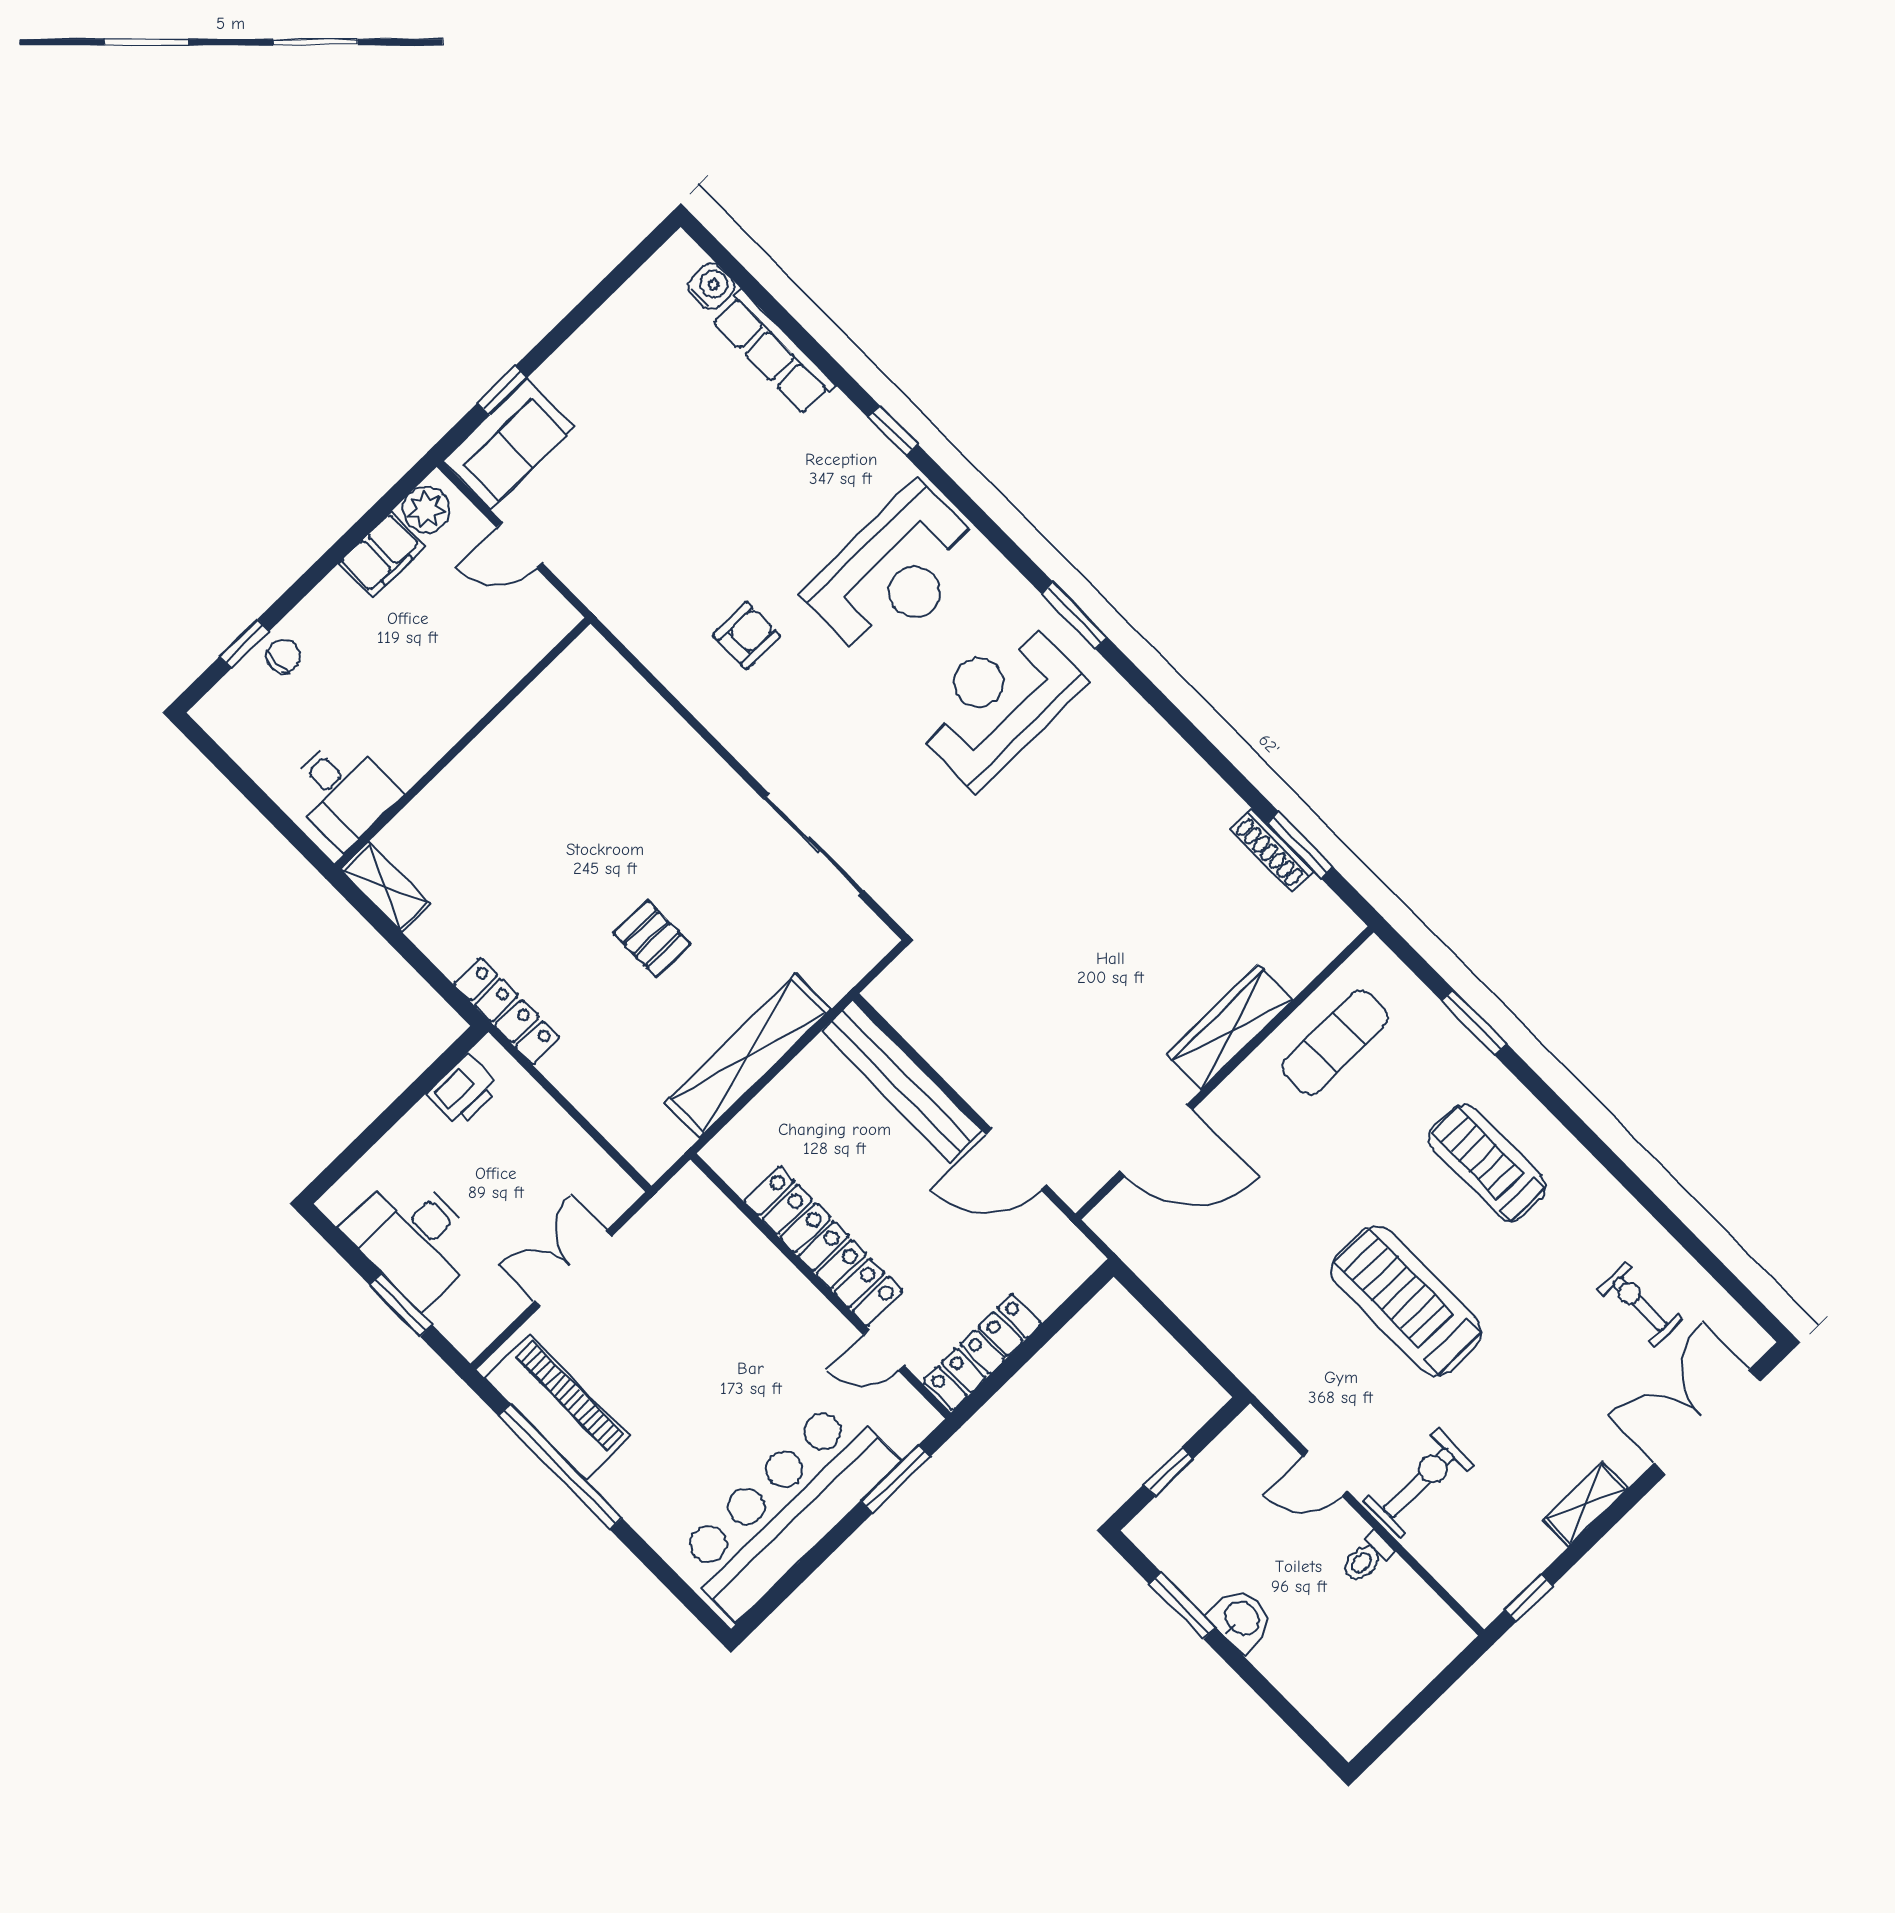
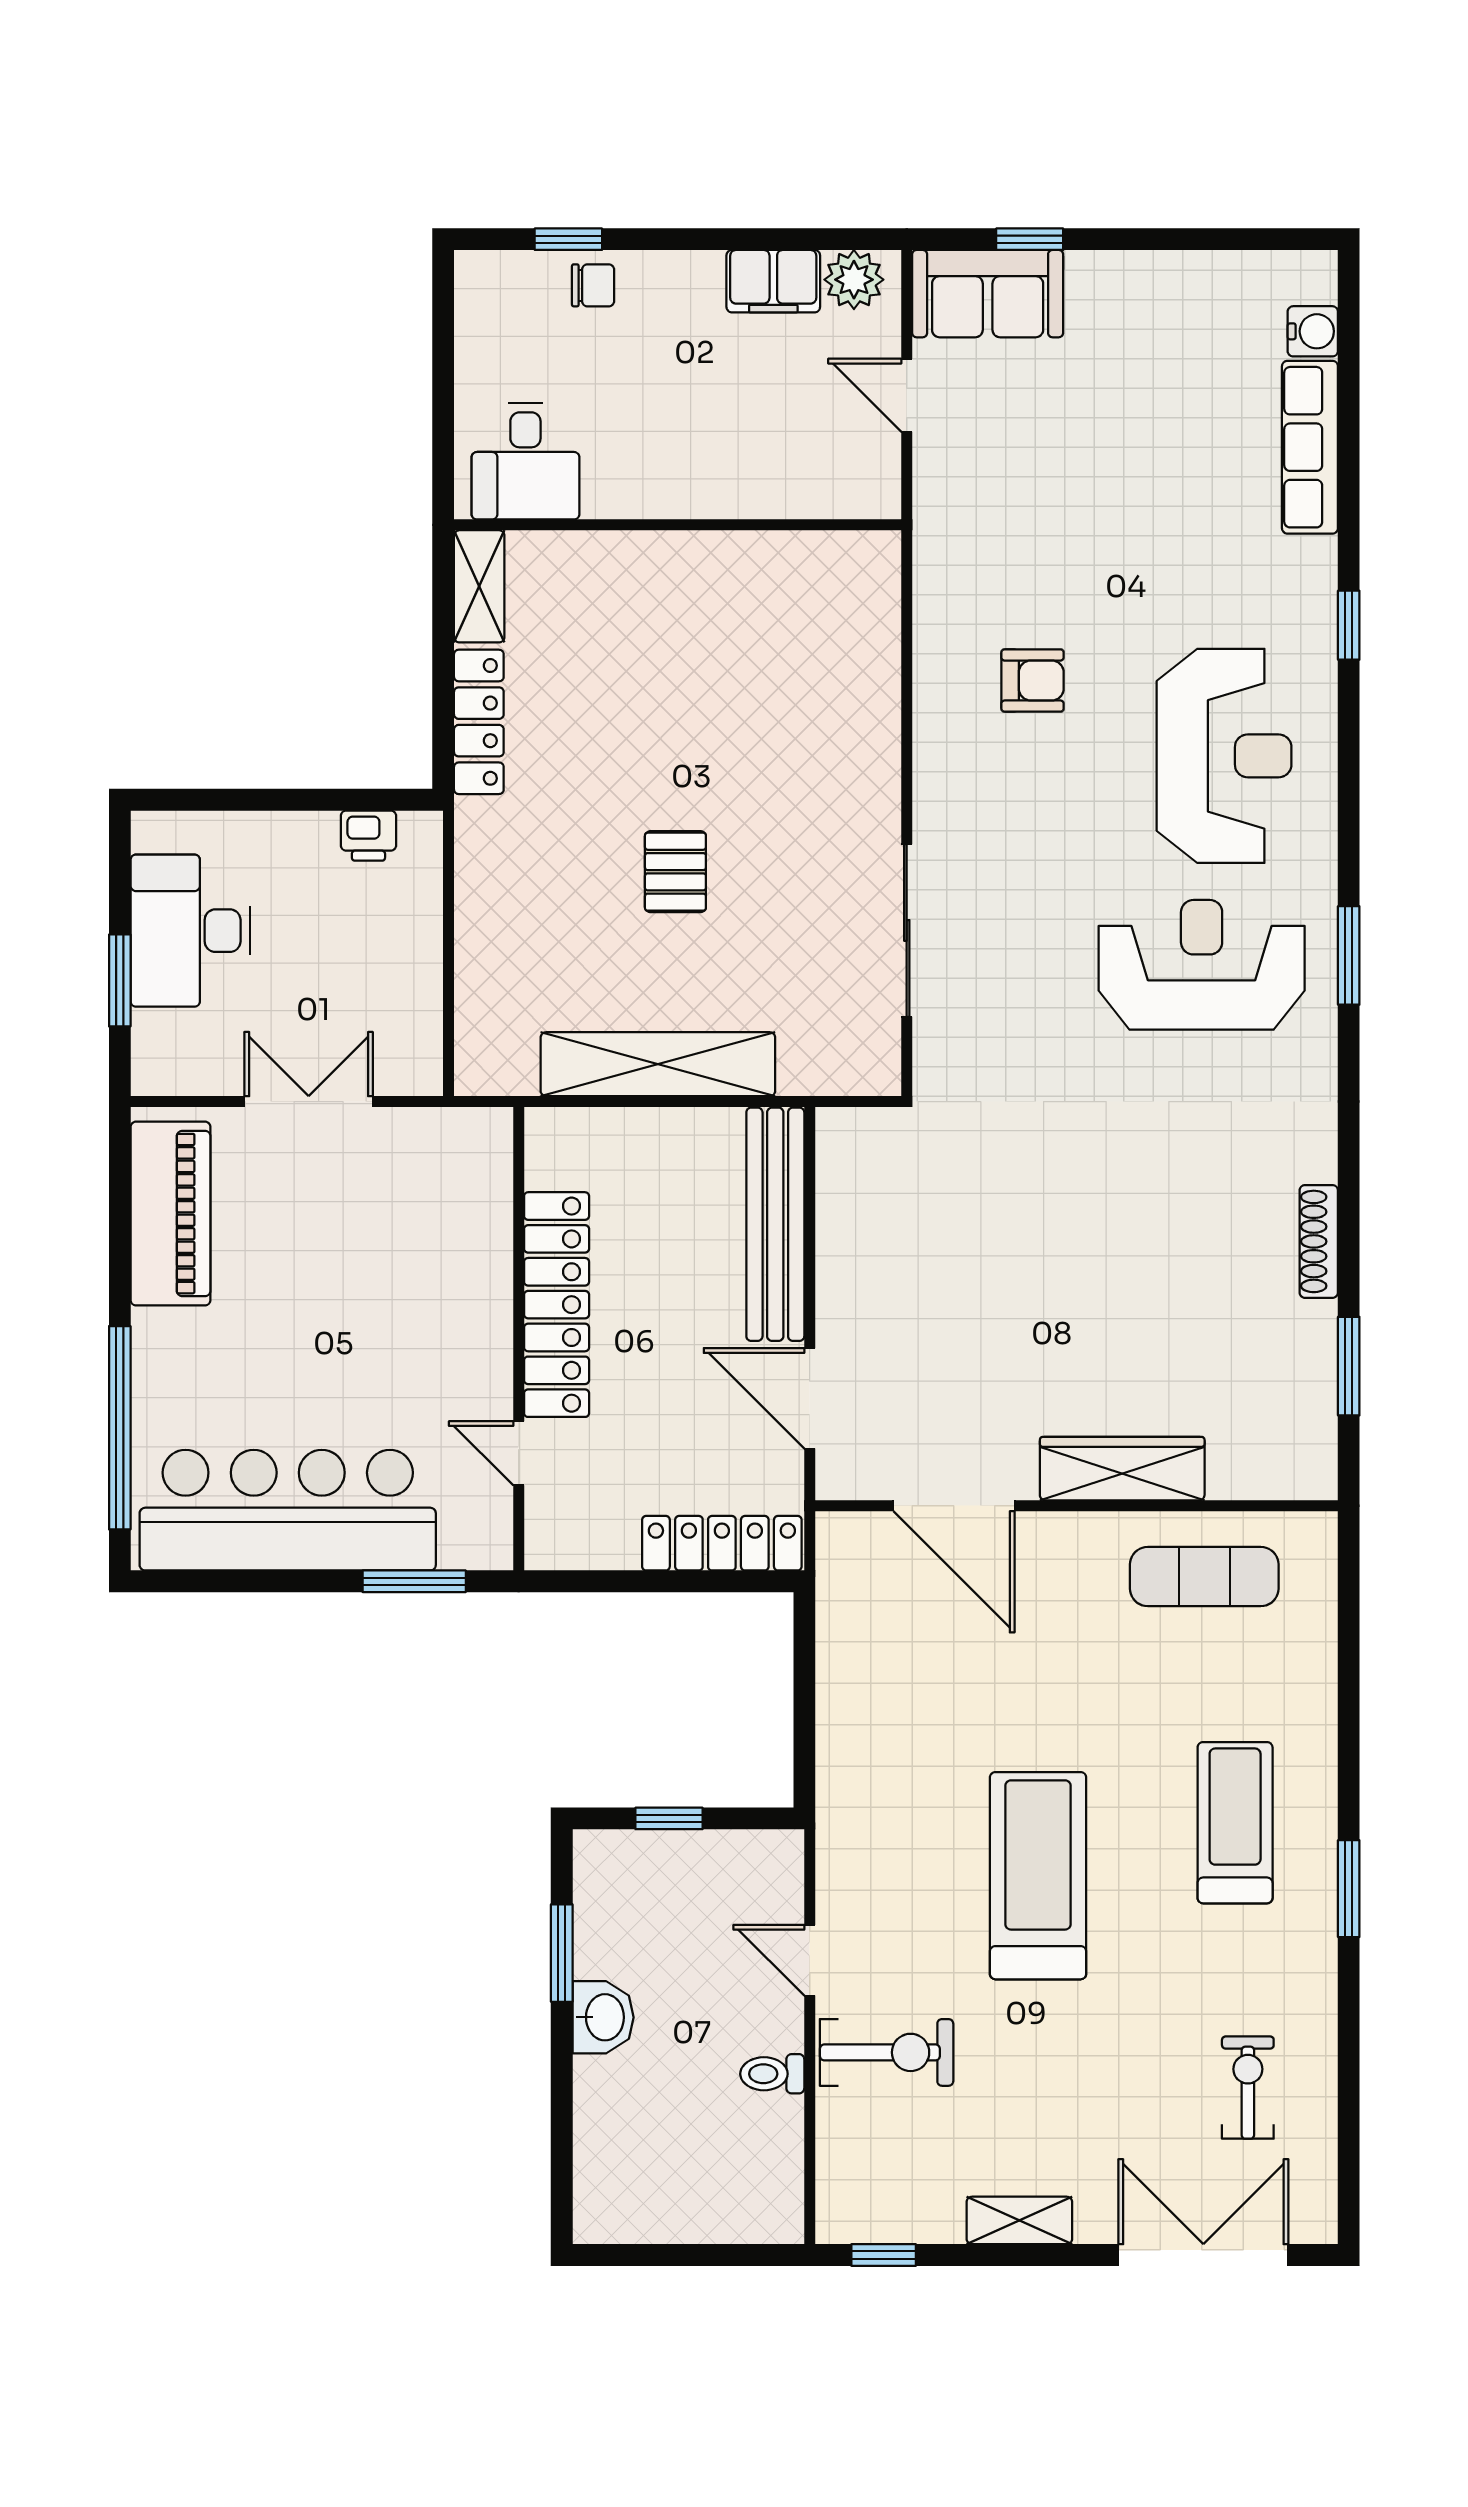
reception desk: (895, 572) -> (1224, 756), turned -90
shoe rack: (1272, 850) -> (1319, 1241), moved
locker: (507, 1011) -> (479, 722), moved
window: (1474, 1022) -> (1349, 1889), moved
printer: (464, 1091) -> (368, 836), width x0.73, depth x0.81
locker: (982, 1352) -> (722, 1543), moved
window: (560, 1467) -> (120, 1428), moved

